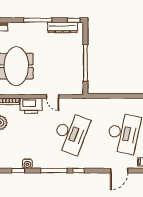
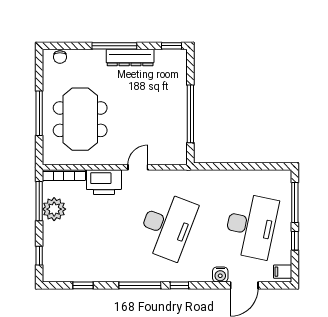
dresser: (63, 27) -> (130, 58), moved
door: (53, 96) -> (138, 167), swing flipped
water cooler: (27, 164) -> (220, 275), moved

